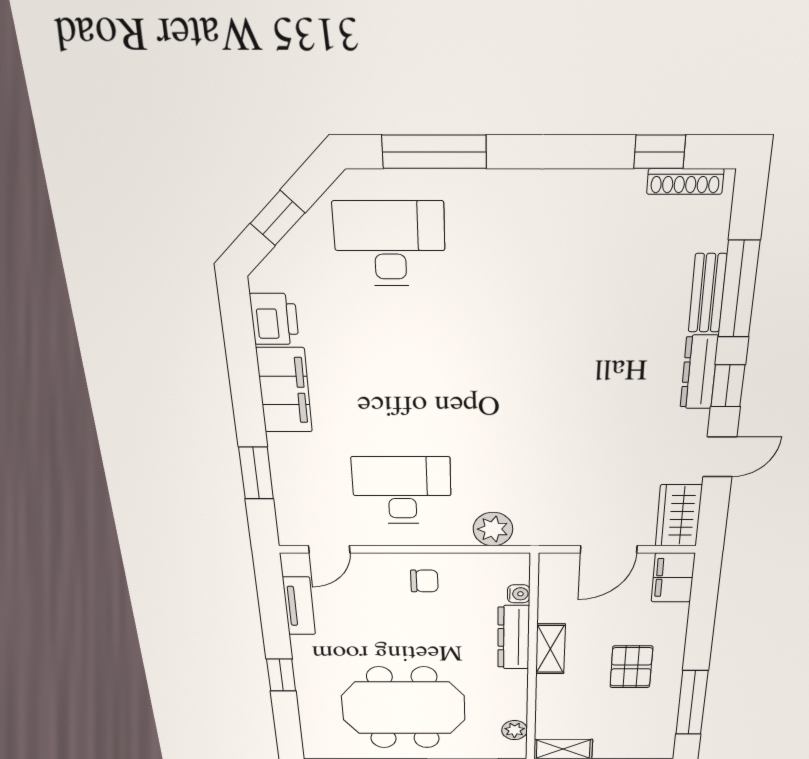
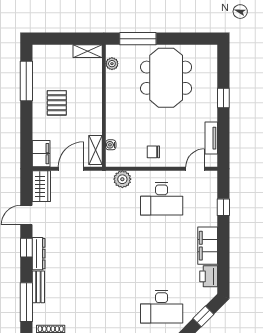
window: (739, 289) -> (26, 302), moved
window: (256, 473) -> (223, 207), width x0.67
dresser: (514, 637) -> (113, 120), removed
shelving: (550, 649) -> (95, 150), moved
meeting table: (403, 708) -> (166, 78), turned 90

